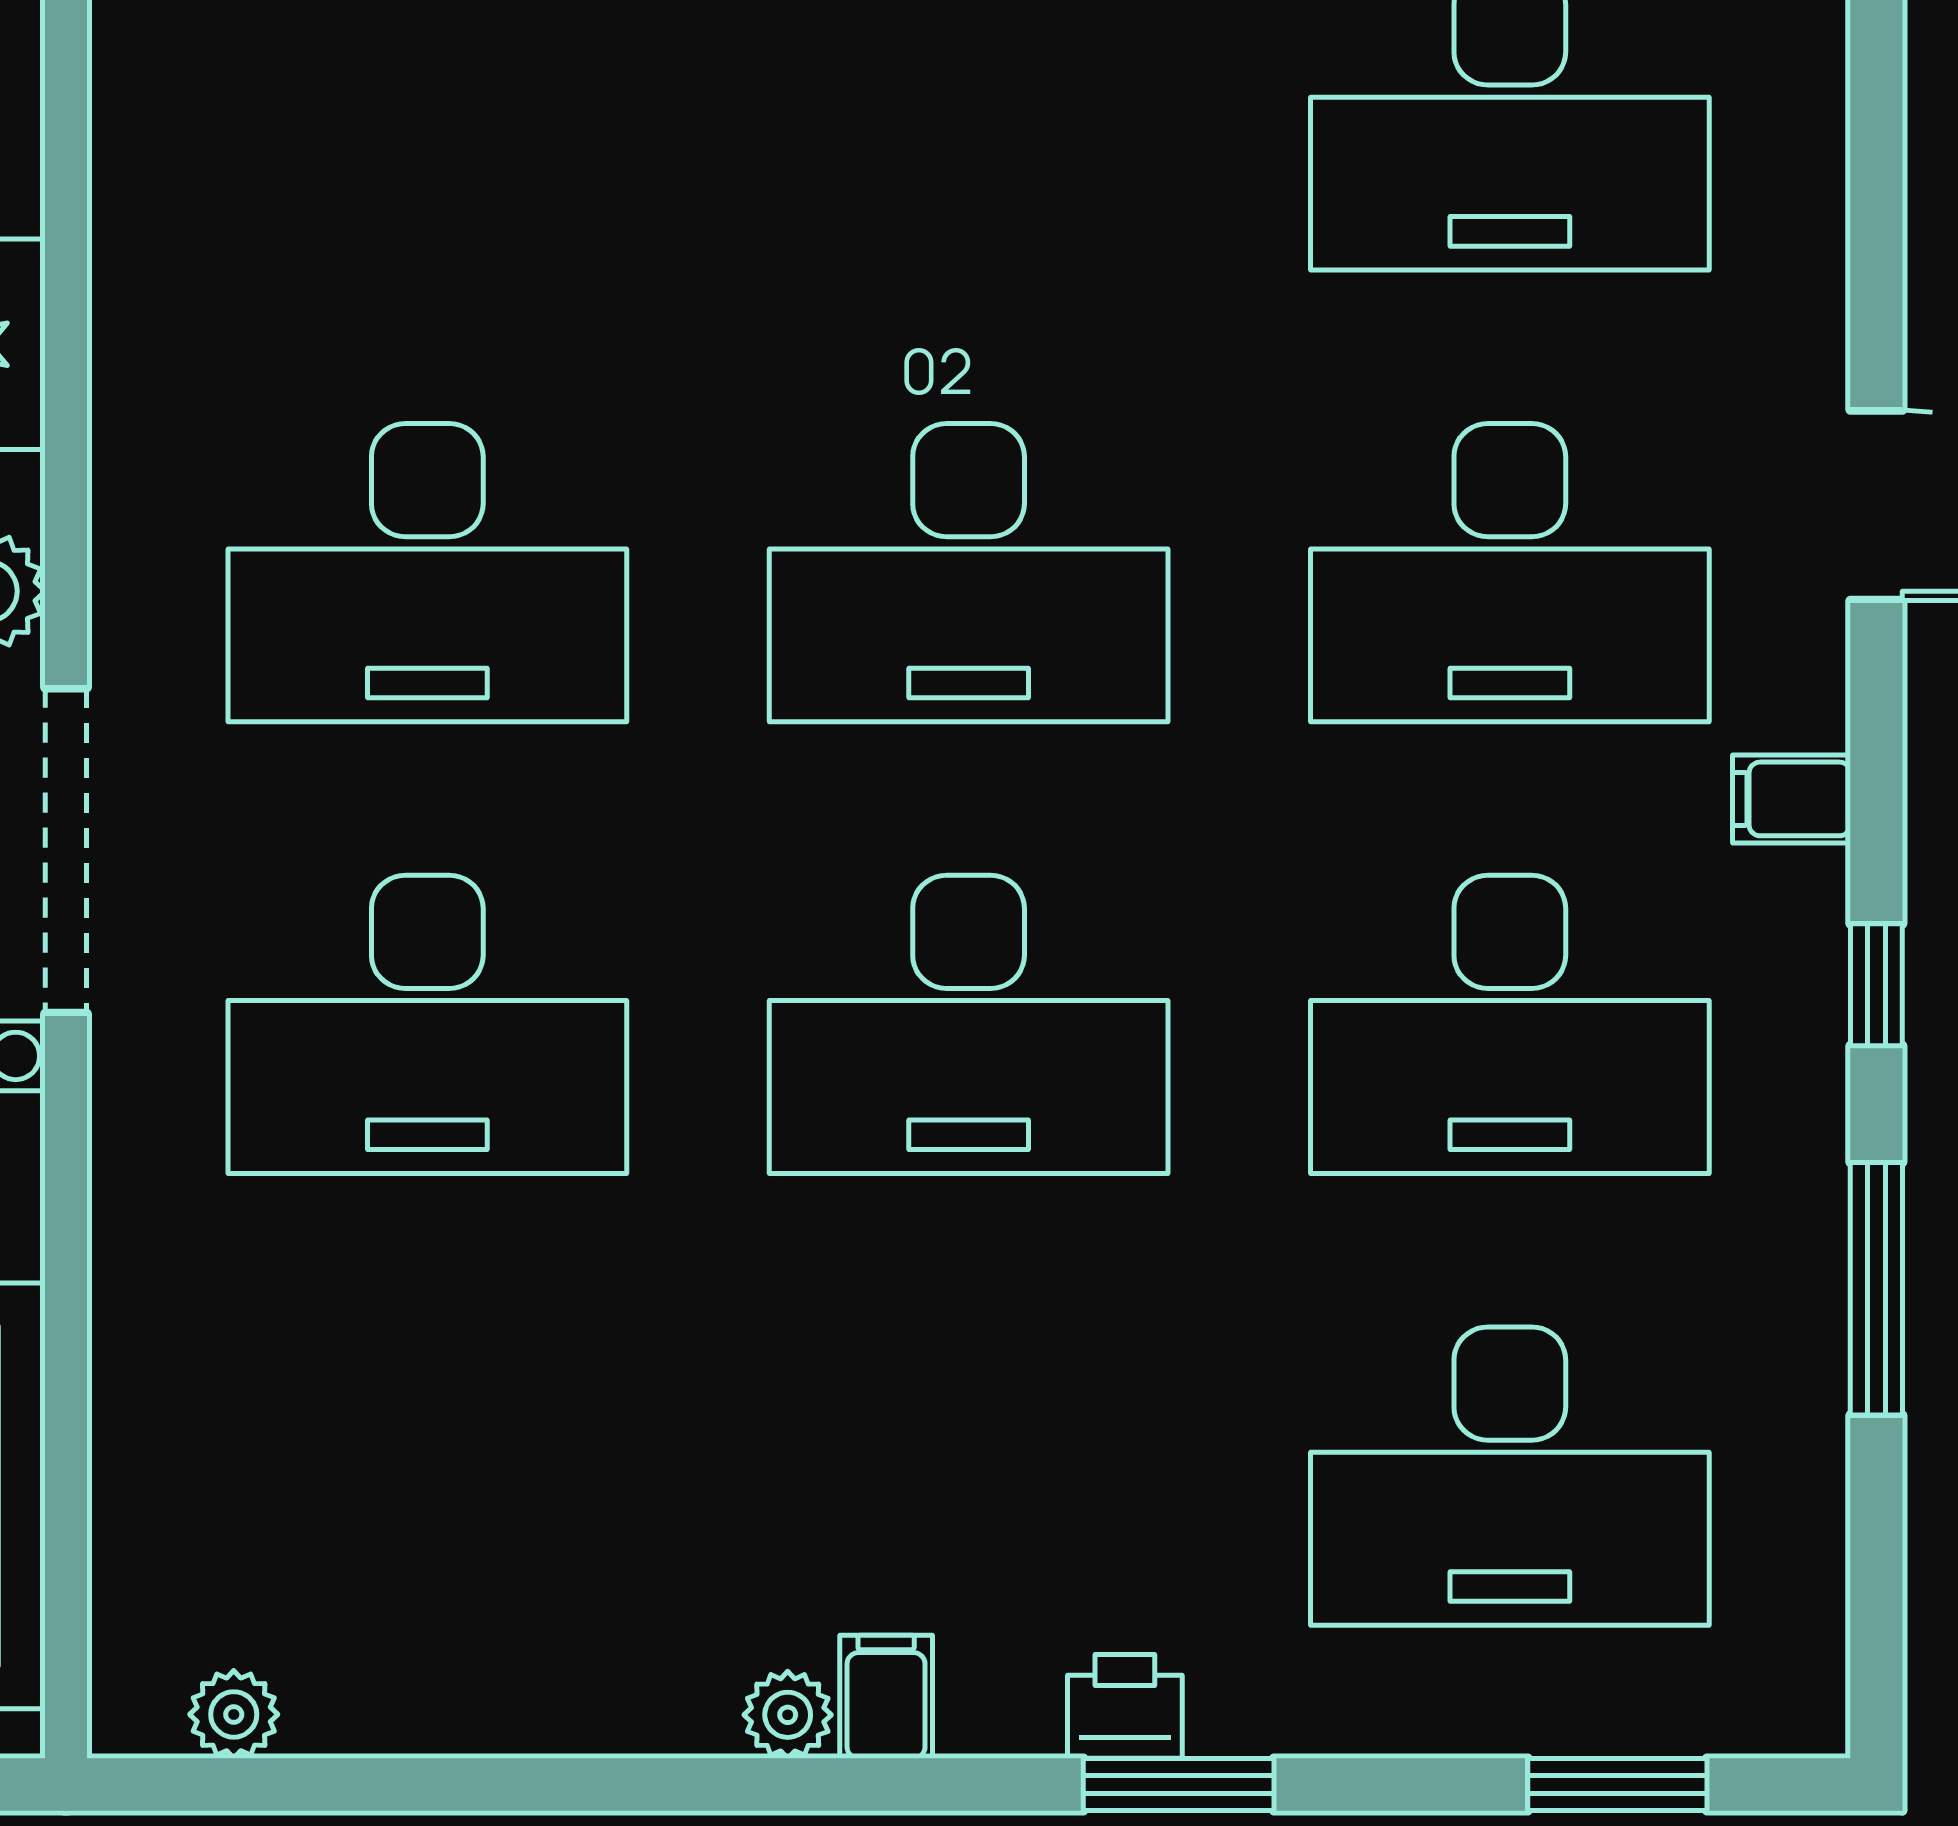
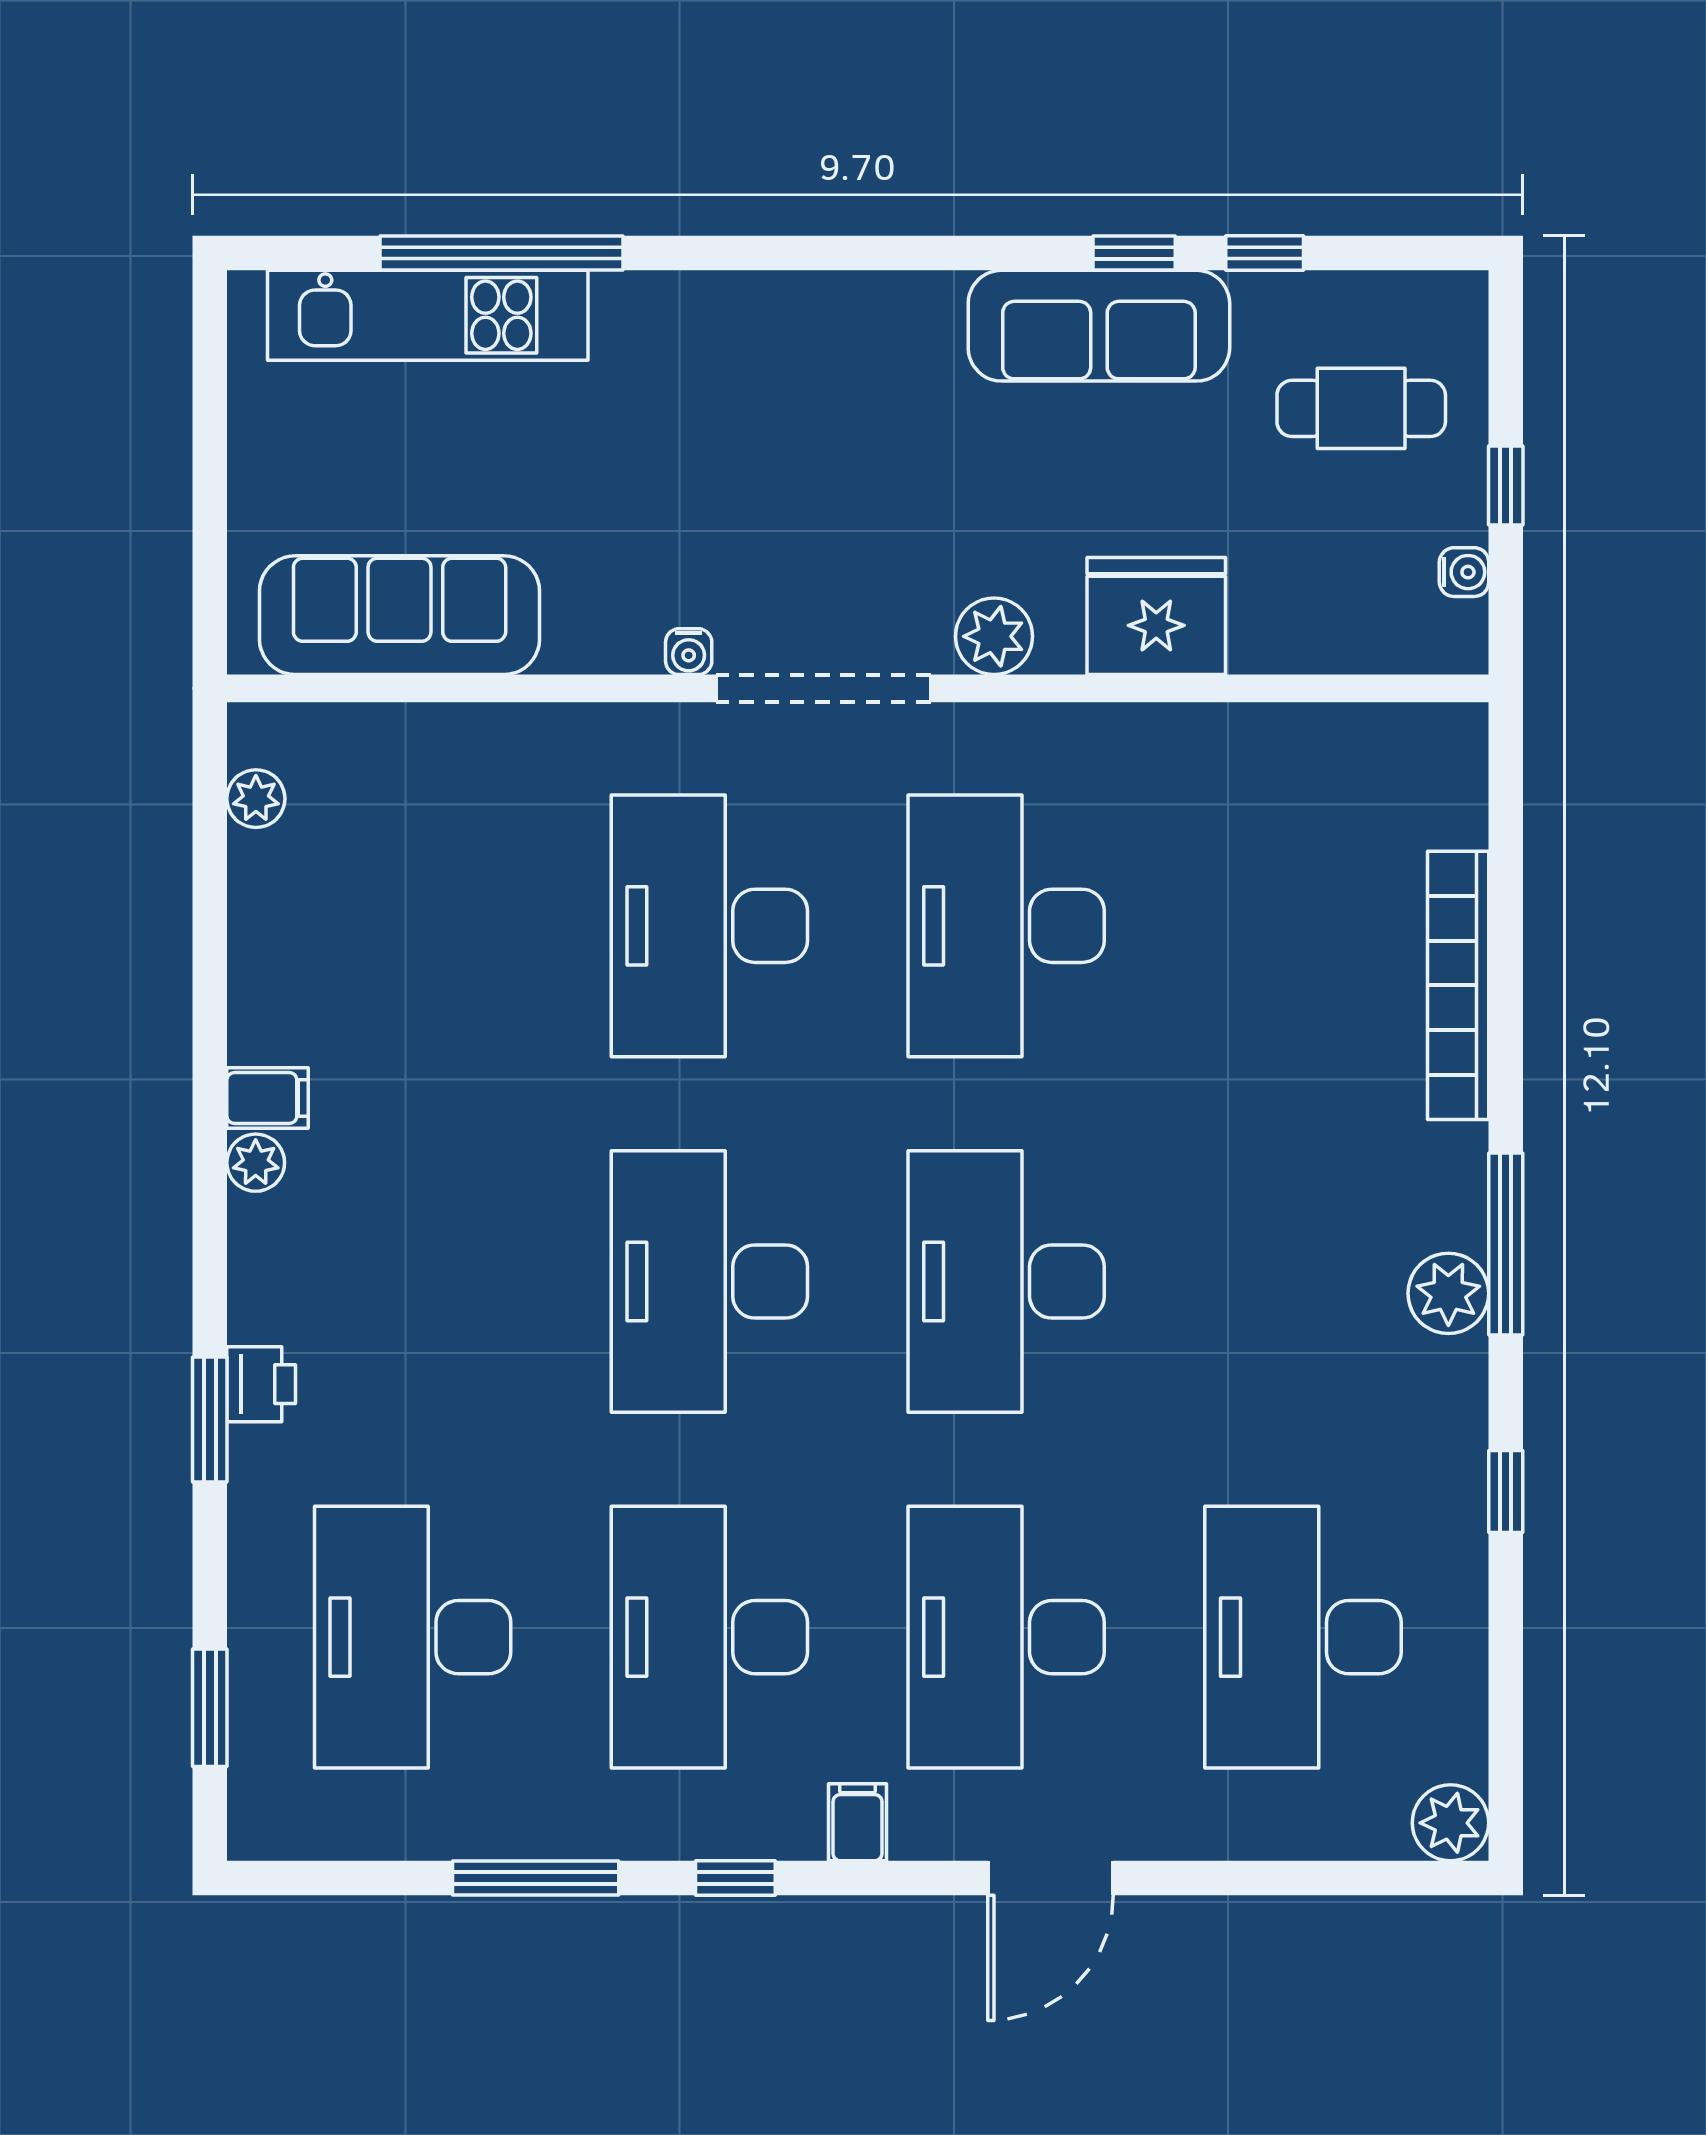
filing cabinet: (886, 1697) -> (268, 1098), moved

